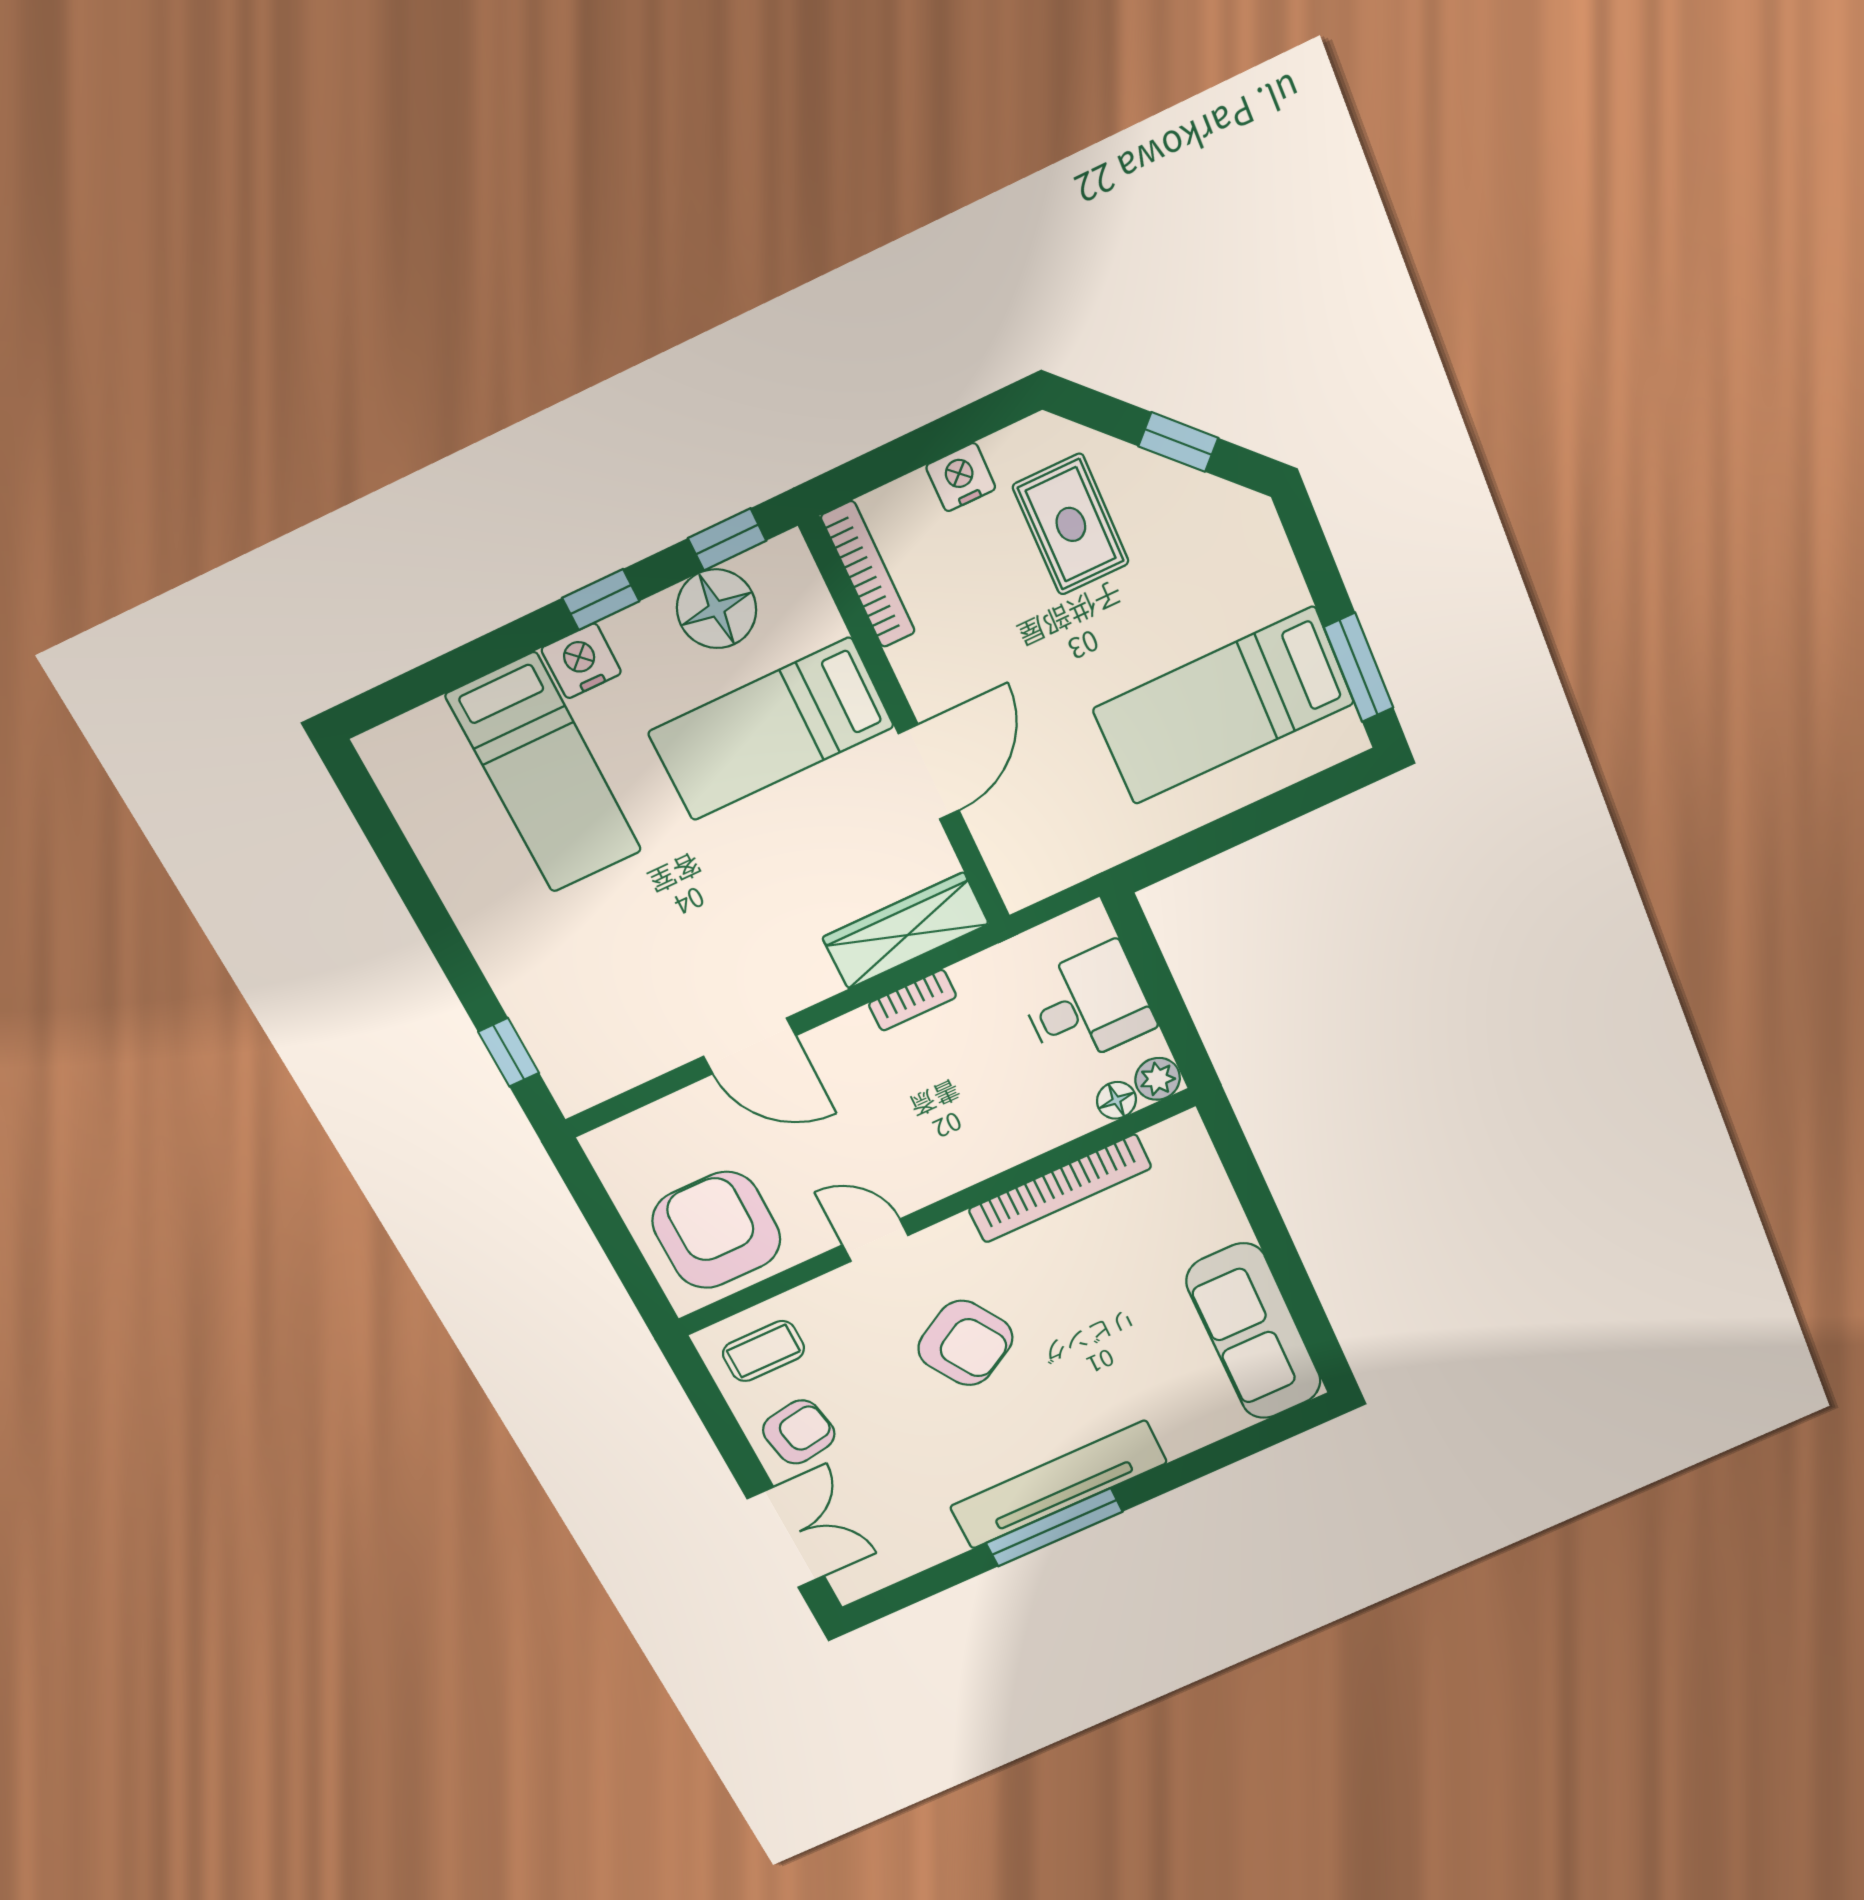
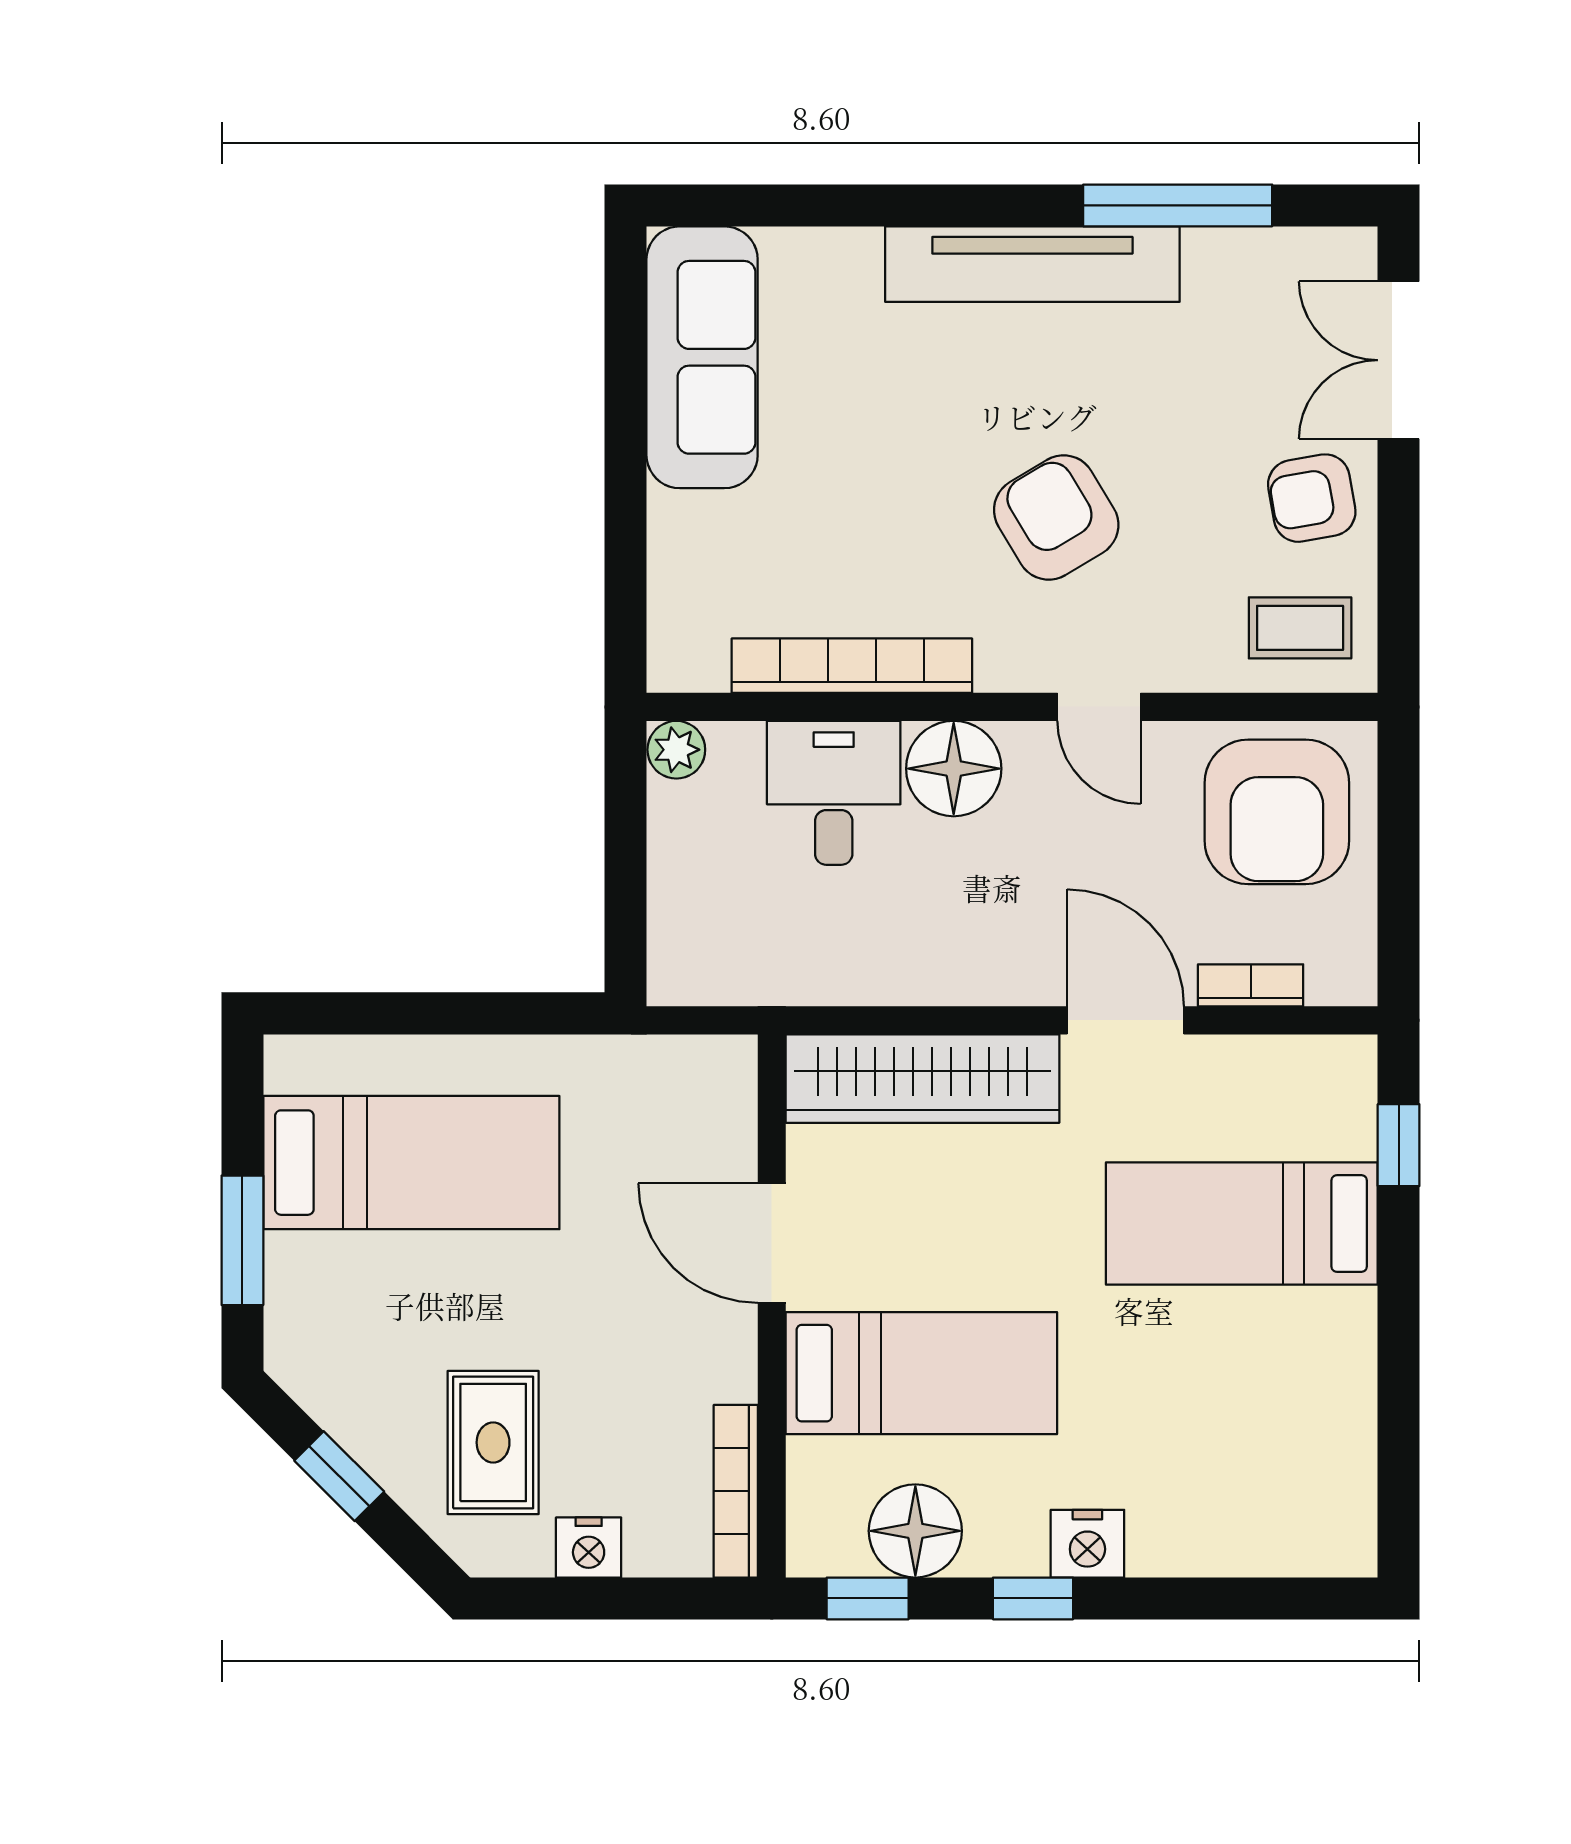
window: (1359, 668) -> (242, 1240), moved
door: (929, 772) -> (772, 1243), hinge flipped
bed: (544, 774) -> (1242, 1224), moved, turned -90
wardrobe: (906, 931) -> (922, 1079), width x1.40, depth x1.17
bookcase: (913, 1000) -> (1251, 985), moved
desk: (1087, 1005) -> (834, 793), moved, turned 90
floor lamp: (1116, 1100) -> (954, 769), moved, width x1.89, depth x1.89
window: (1054, 1527) -> (1178, 205), moved

